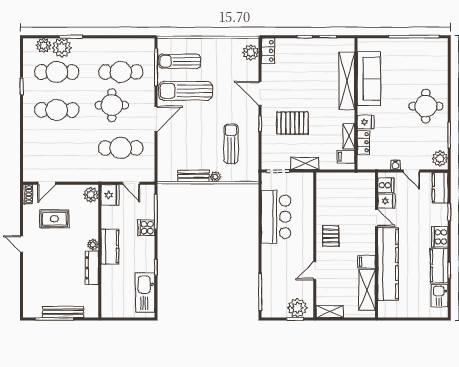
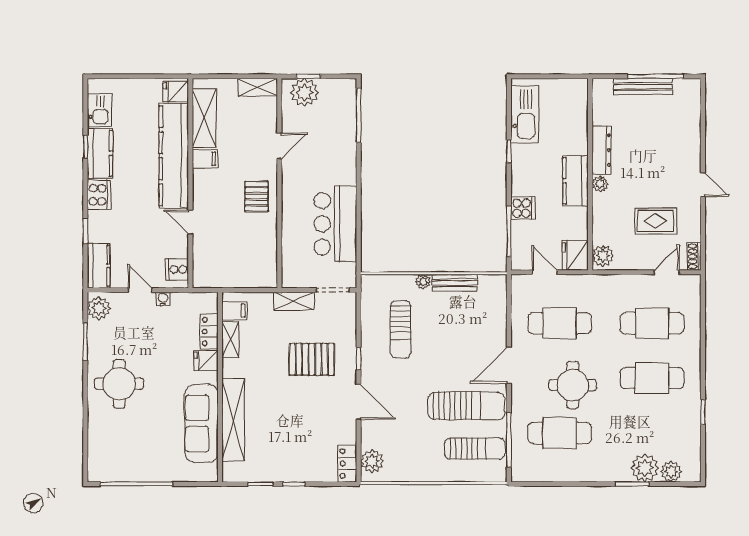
cafe table: (57, 72) -> (652, 323), moved
fridge: (387, 201) -> (176, 91), moved

